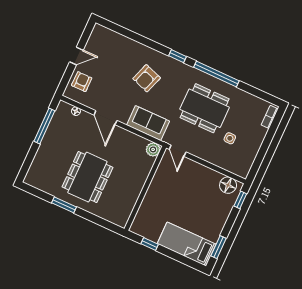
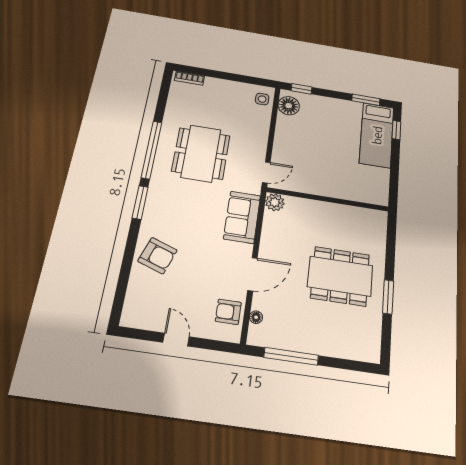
window: (177, 56) -> (140, 203), width x1.50
armchair: (147, 78) -> (157, 256), moved
armchair: (82, 82) -> (228, 312), moved
side table: (230, 138) -> (262, 99), moved
window: (150, 244) -> (396, 130), moved

